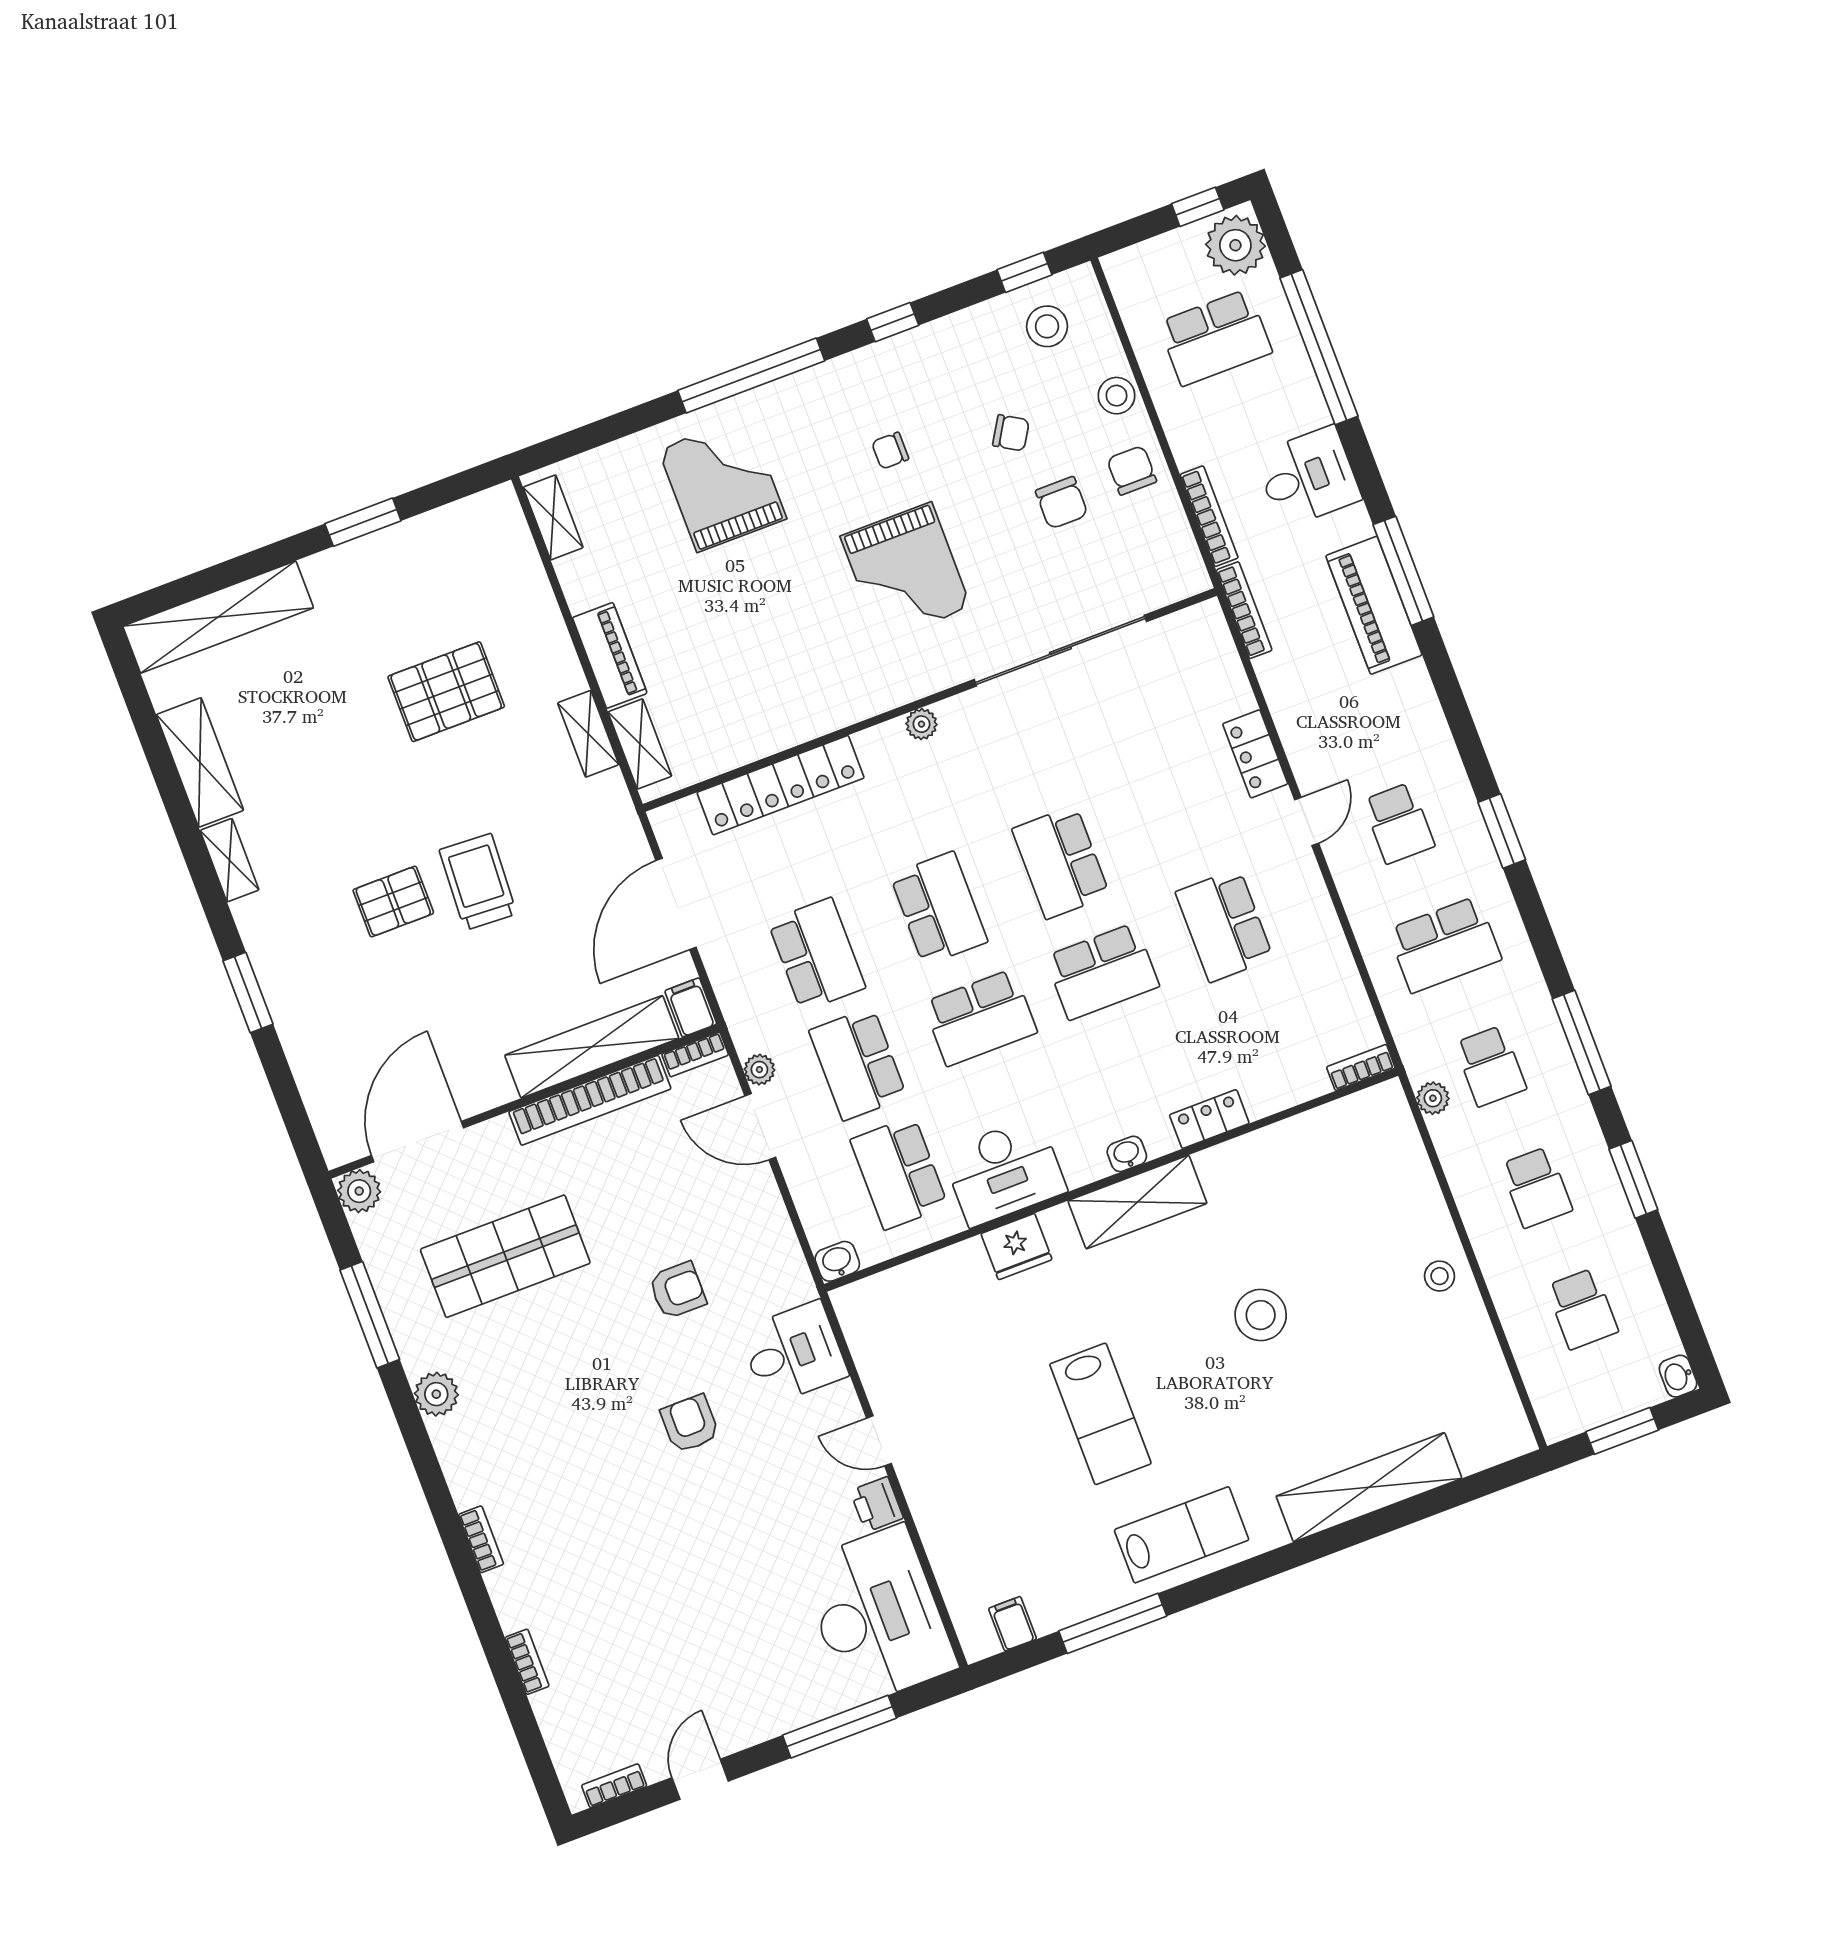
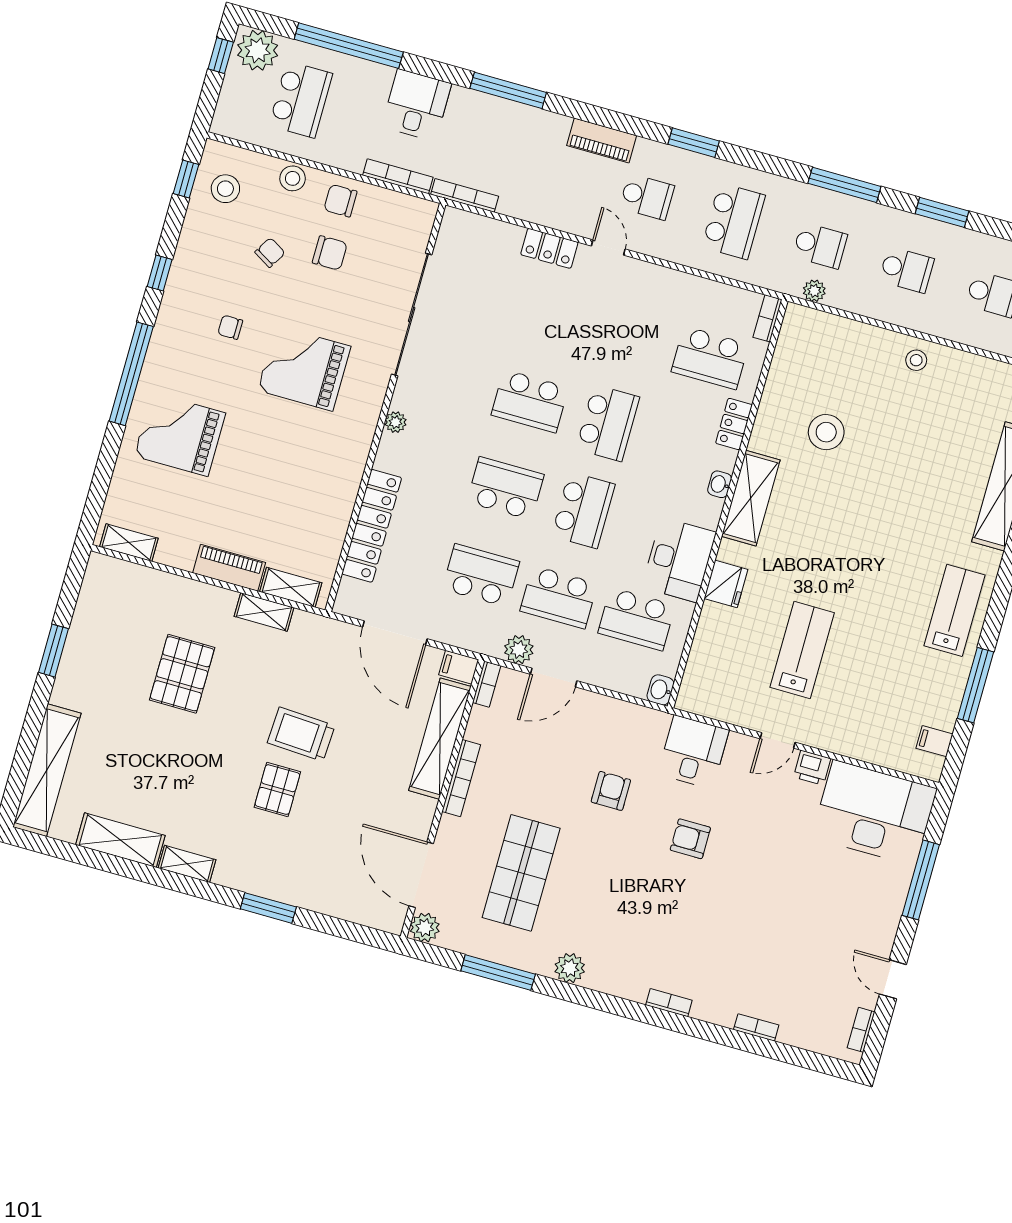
chair: (890, 451) -> (230, 327), turned 90
grand piano: (906, 572) -> (304, 368), turned 180
piano: (1374, 605) -> (602, 140), moved, width x0.73, depth x0.75
school desk: (1224, 925) -> (710, 358), moved
plant: (759, 1070) -> (519, 650), width x1.38, depth x1.38
bookcase: (590, 1100) -> (461, 778), width x0.68, depth x0.76
stool: (1261, 1315) -> (826, 432), moved
lab bench: (1100, 1414) -> (802, 650), moved, turned -90

